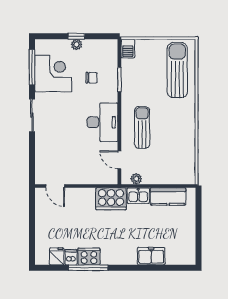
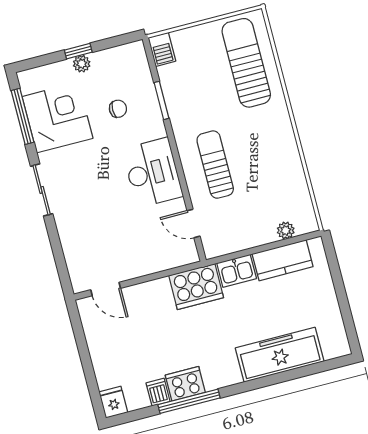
plant: (136, 179) -> (286, 230), moved
fridge: (57, 256) -> (113, 402), moved
freezer: (151, 256) -> (280, 355), width x1.91, depth x1.26

